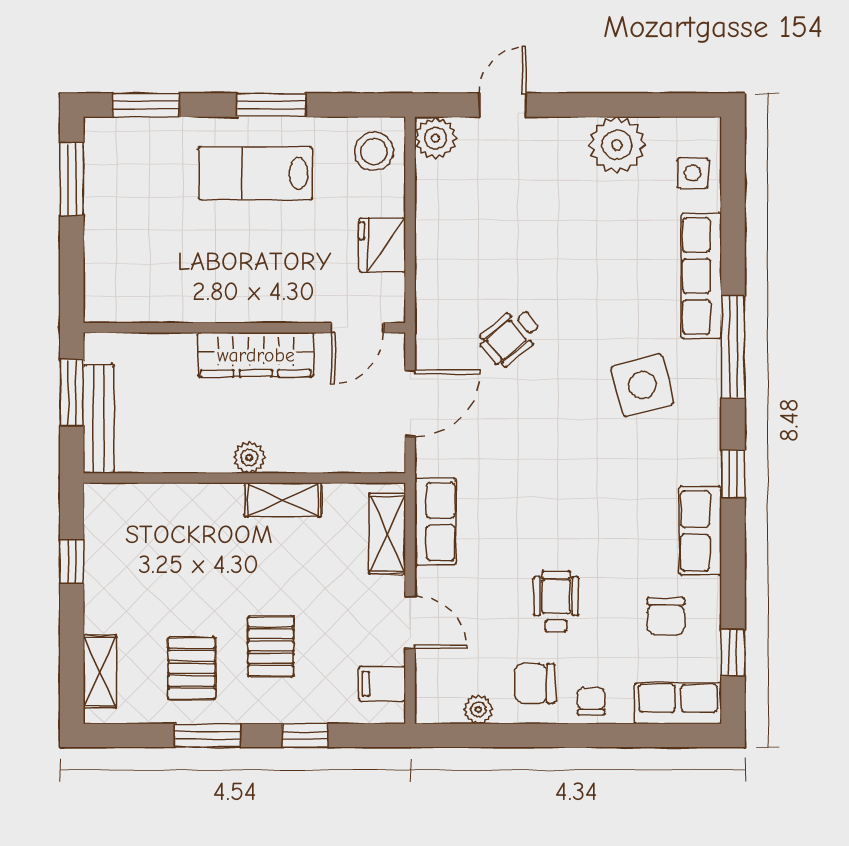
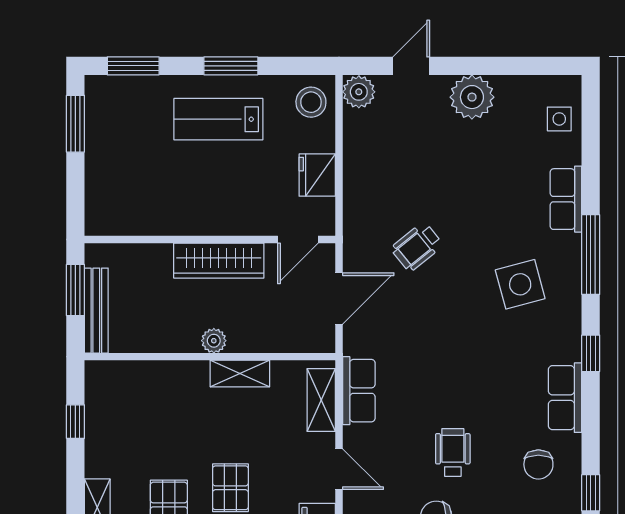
plant: (617, 145) -> (472, 97), moved
row of seats: (701, 276) -> (566, 199), width x0.68

